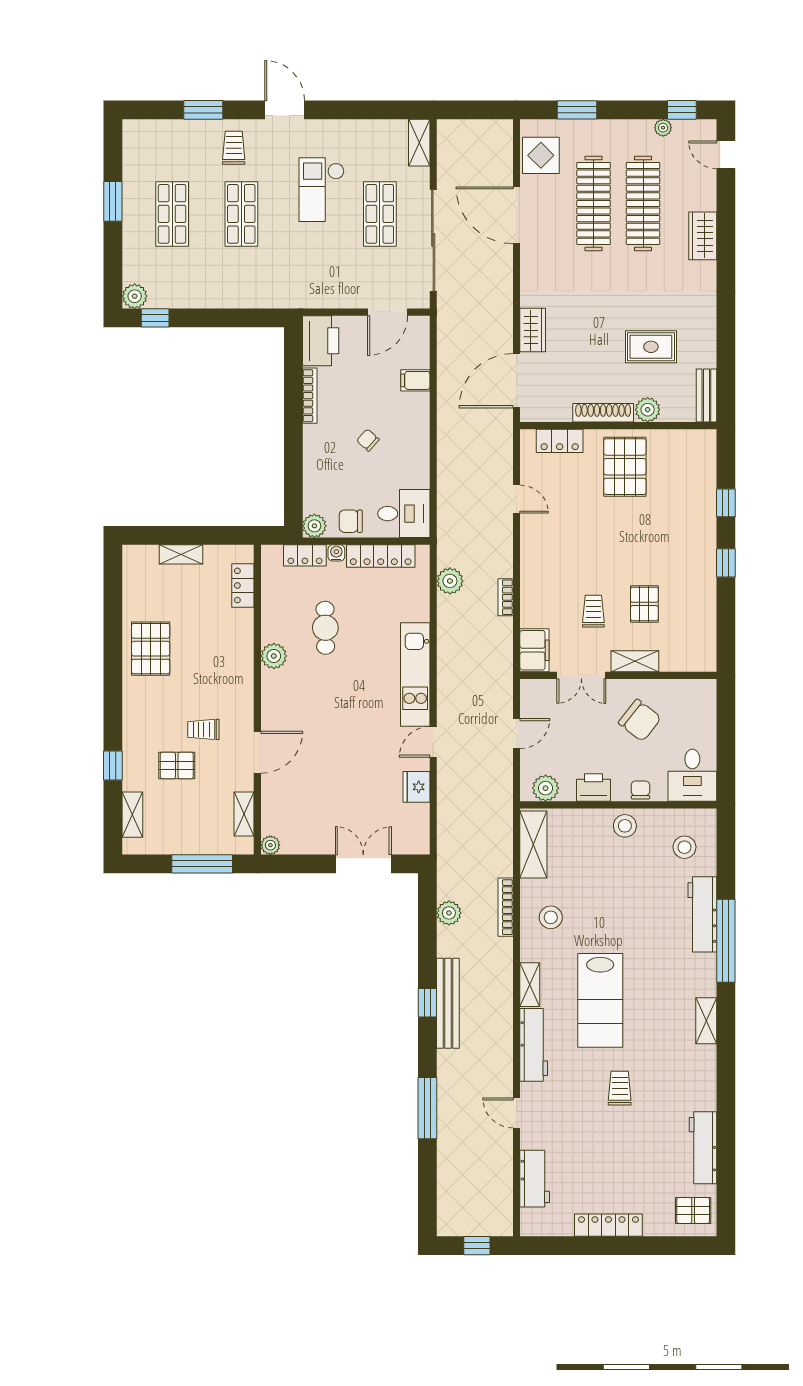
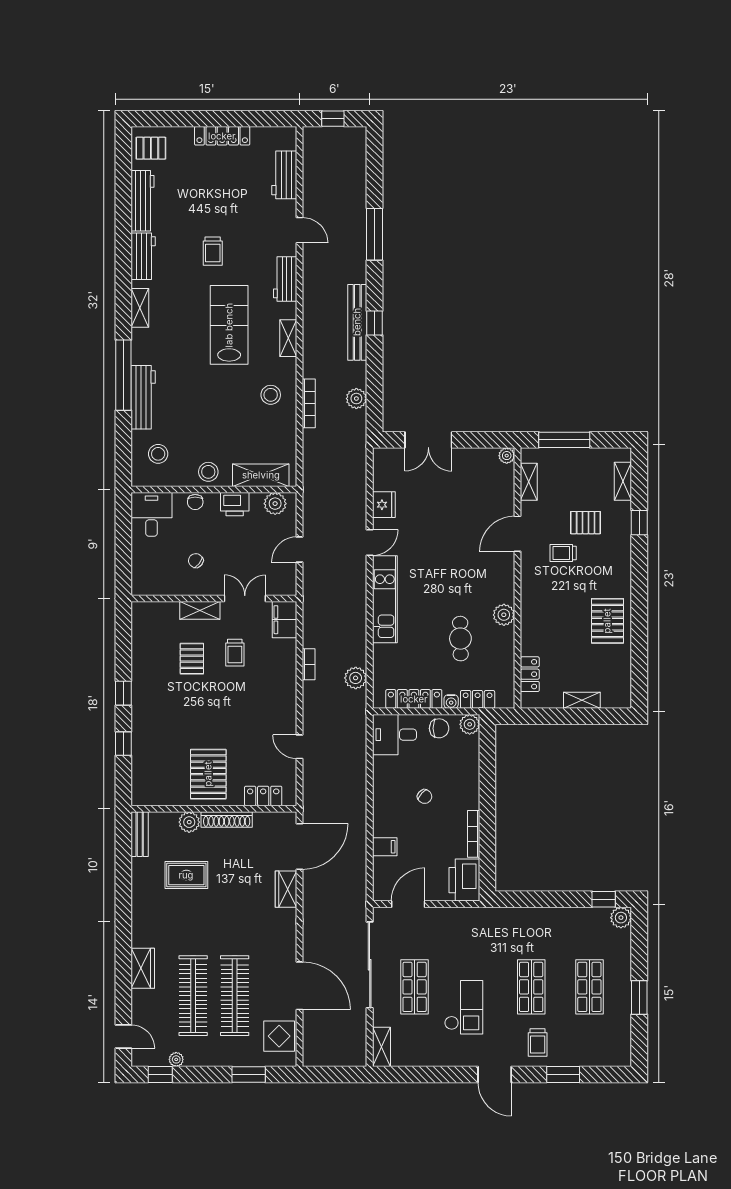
chair: (640, 720) -> (196, 561), width x0.54, depth x0.54
trolley: (203, 729) -> (563, 553), turned 180
shelving: (533, 844) -> (261, 475), moved, turned 90
workbench: (534, 1045) -> (285, 279), width x0.73
workbench: (702, 1082) -> (143, 256), added

